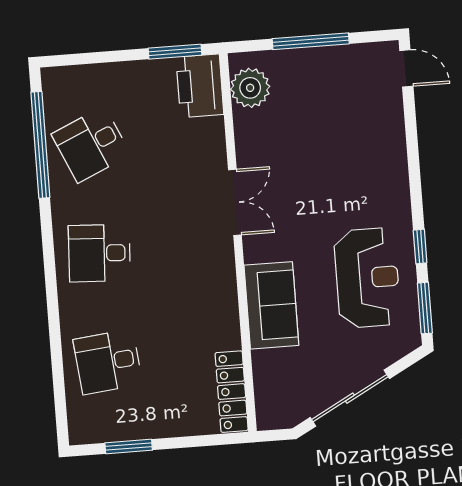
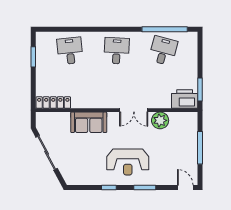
door: (406, 68) -> (185, 188), swing flipped
plant: (250, 88) -> (160, 120), moved
desk: (91, 144) -> (163, 51), turned 39
reception desk: (367, 278) -> (128, 162), moved
window: (425, 308) -> (145, 188), moved

